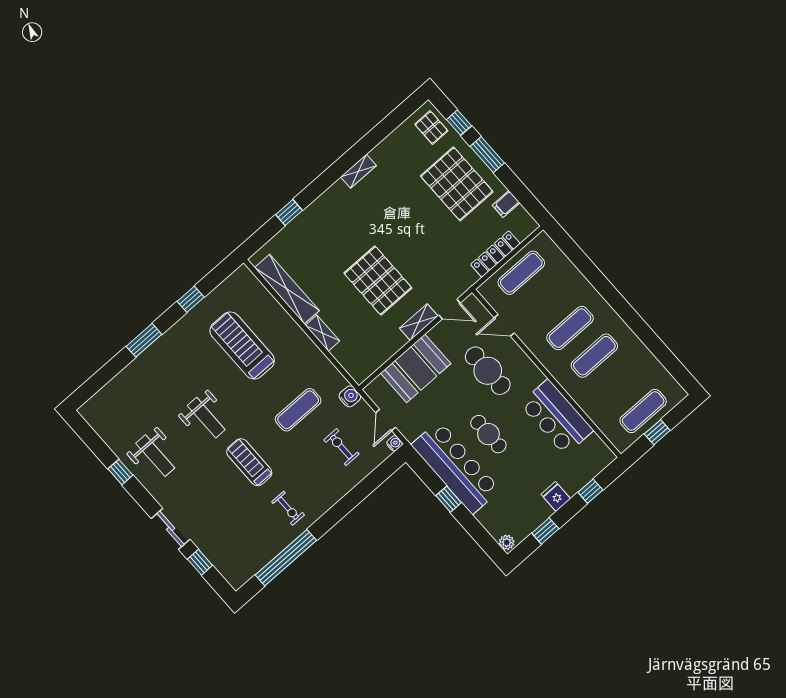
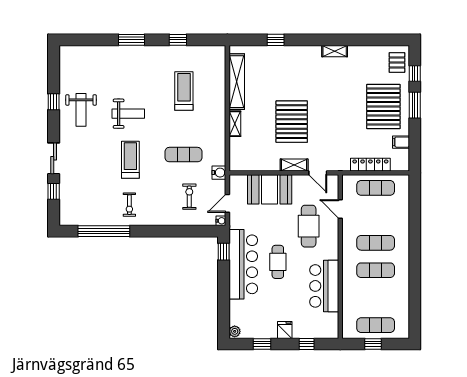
treadmill: (242, 345) -> (184, 91), width x0.73, depth x0.73
weight bench: (206, 418) -> (128, 114), turned -90
window: (449, 499) -> (224, 252), moved

